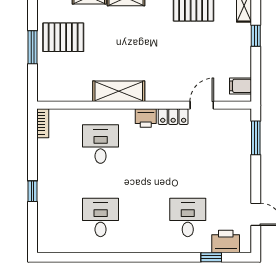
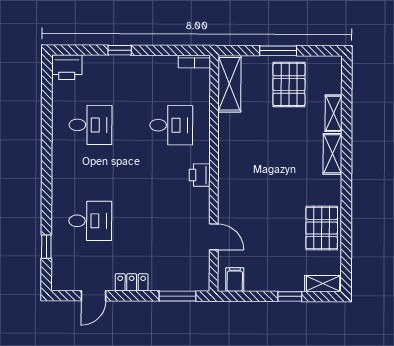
shelving: (119, 91) -> (229, 84), moved
locker: (173, 117) -> (132, 282), moved, turned 90
printer: (226, 242) -> (67, 67), moved, turned 90

